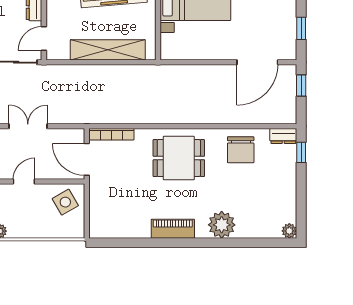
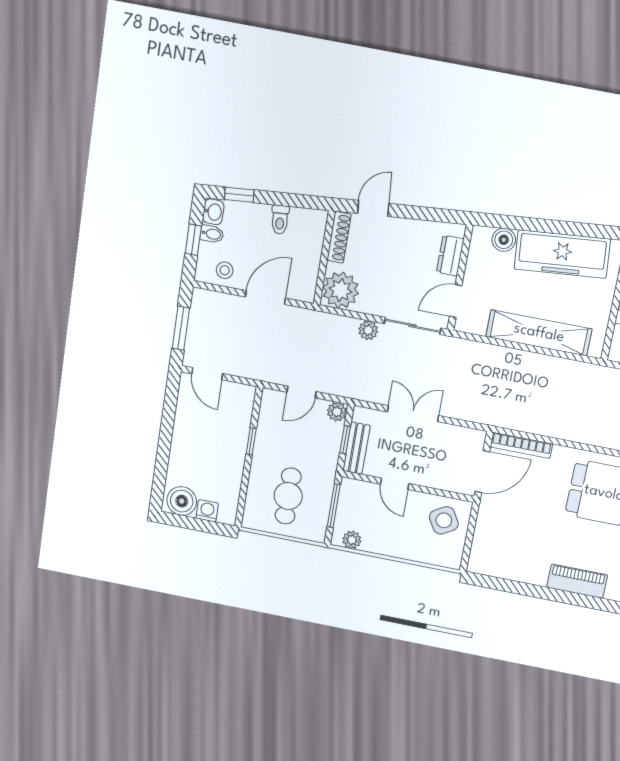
door: (87, 159) -> (482, 472), swing flipped
door: (24, 182) -> (395, 484), swing flipped

